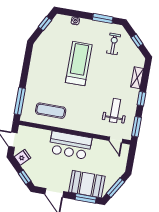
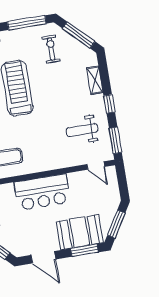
window: (103, 18) -> (27, 23), width x1.44
window: (137, 41) -> (79, 35), width x2.17
weight bench: (115, 111) -> (82, 130), turned -90

